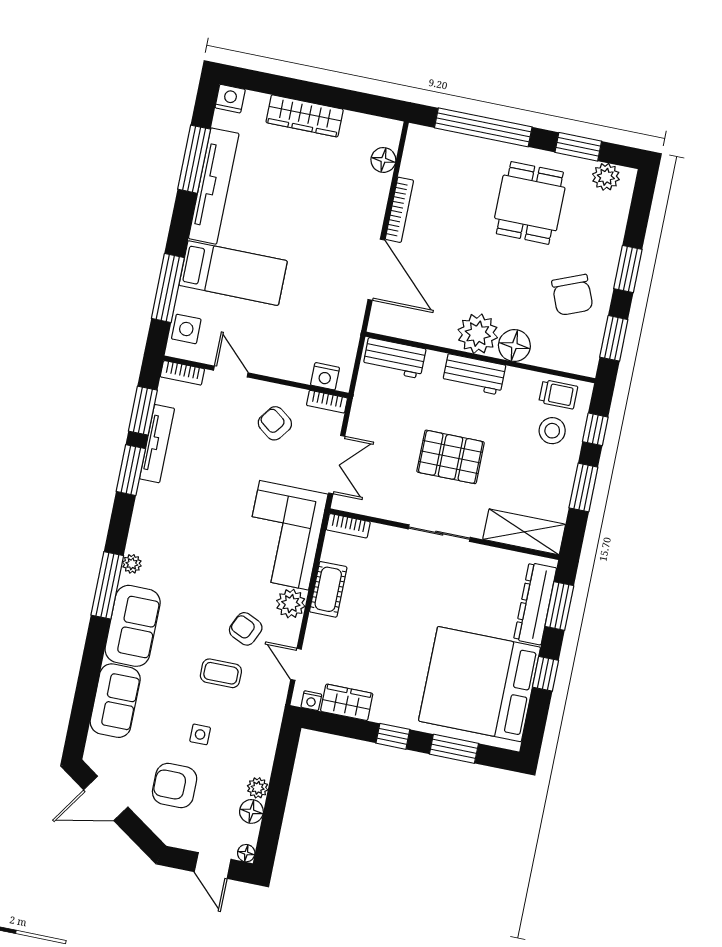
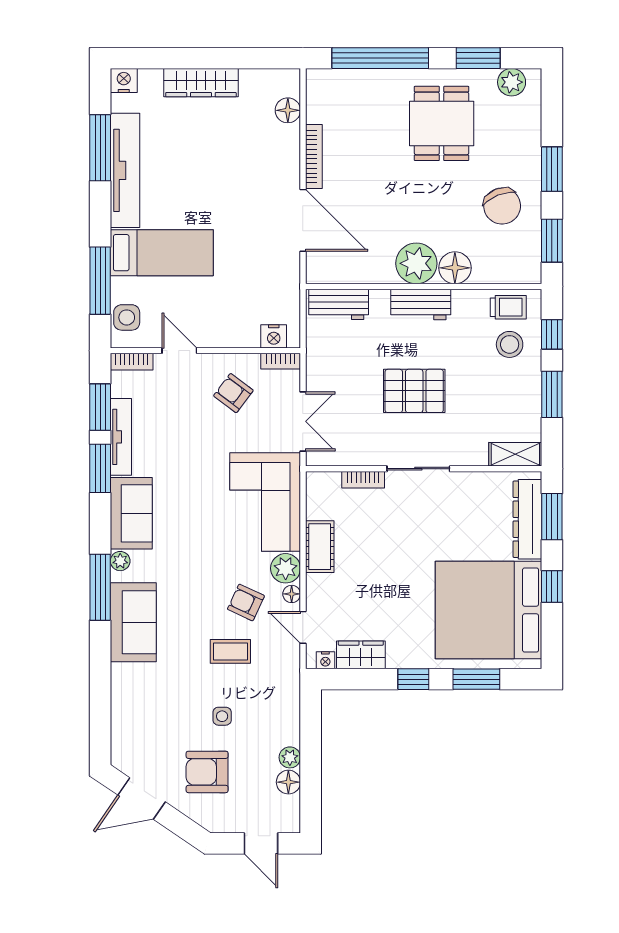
bookcase: (348, 526) -> (363, 480), moved
shelving: (524, 532) -> (515, 454), width x0.67, depth x0.75
sofa: (115, 701) -> (131, 513), moved
floor lamp: (246, 853) -> (292, 594), moved

